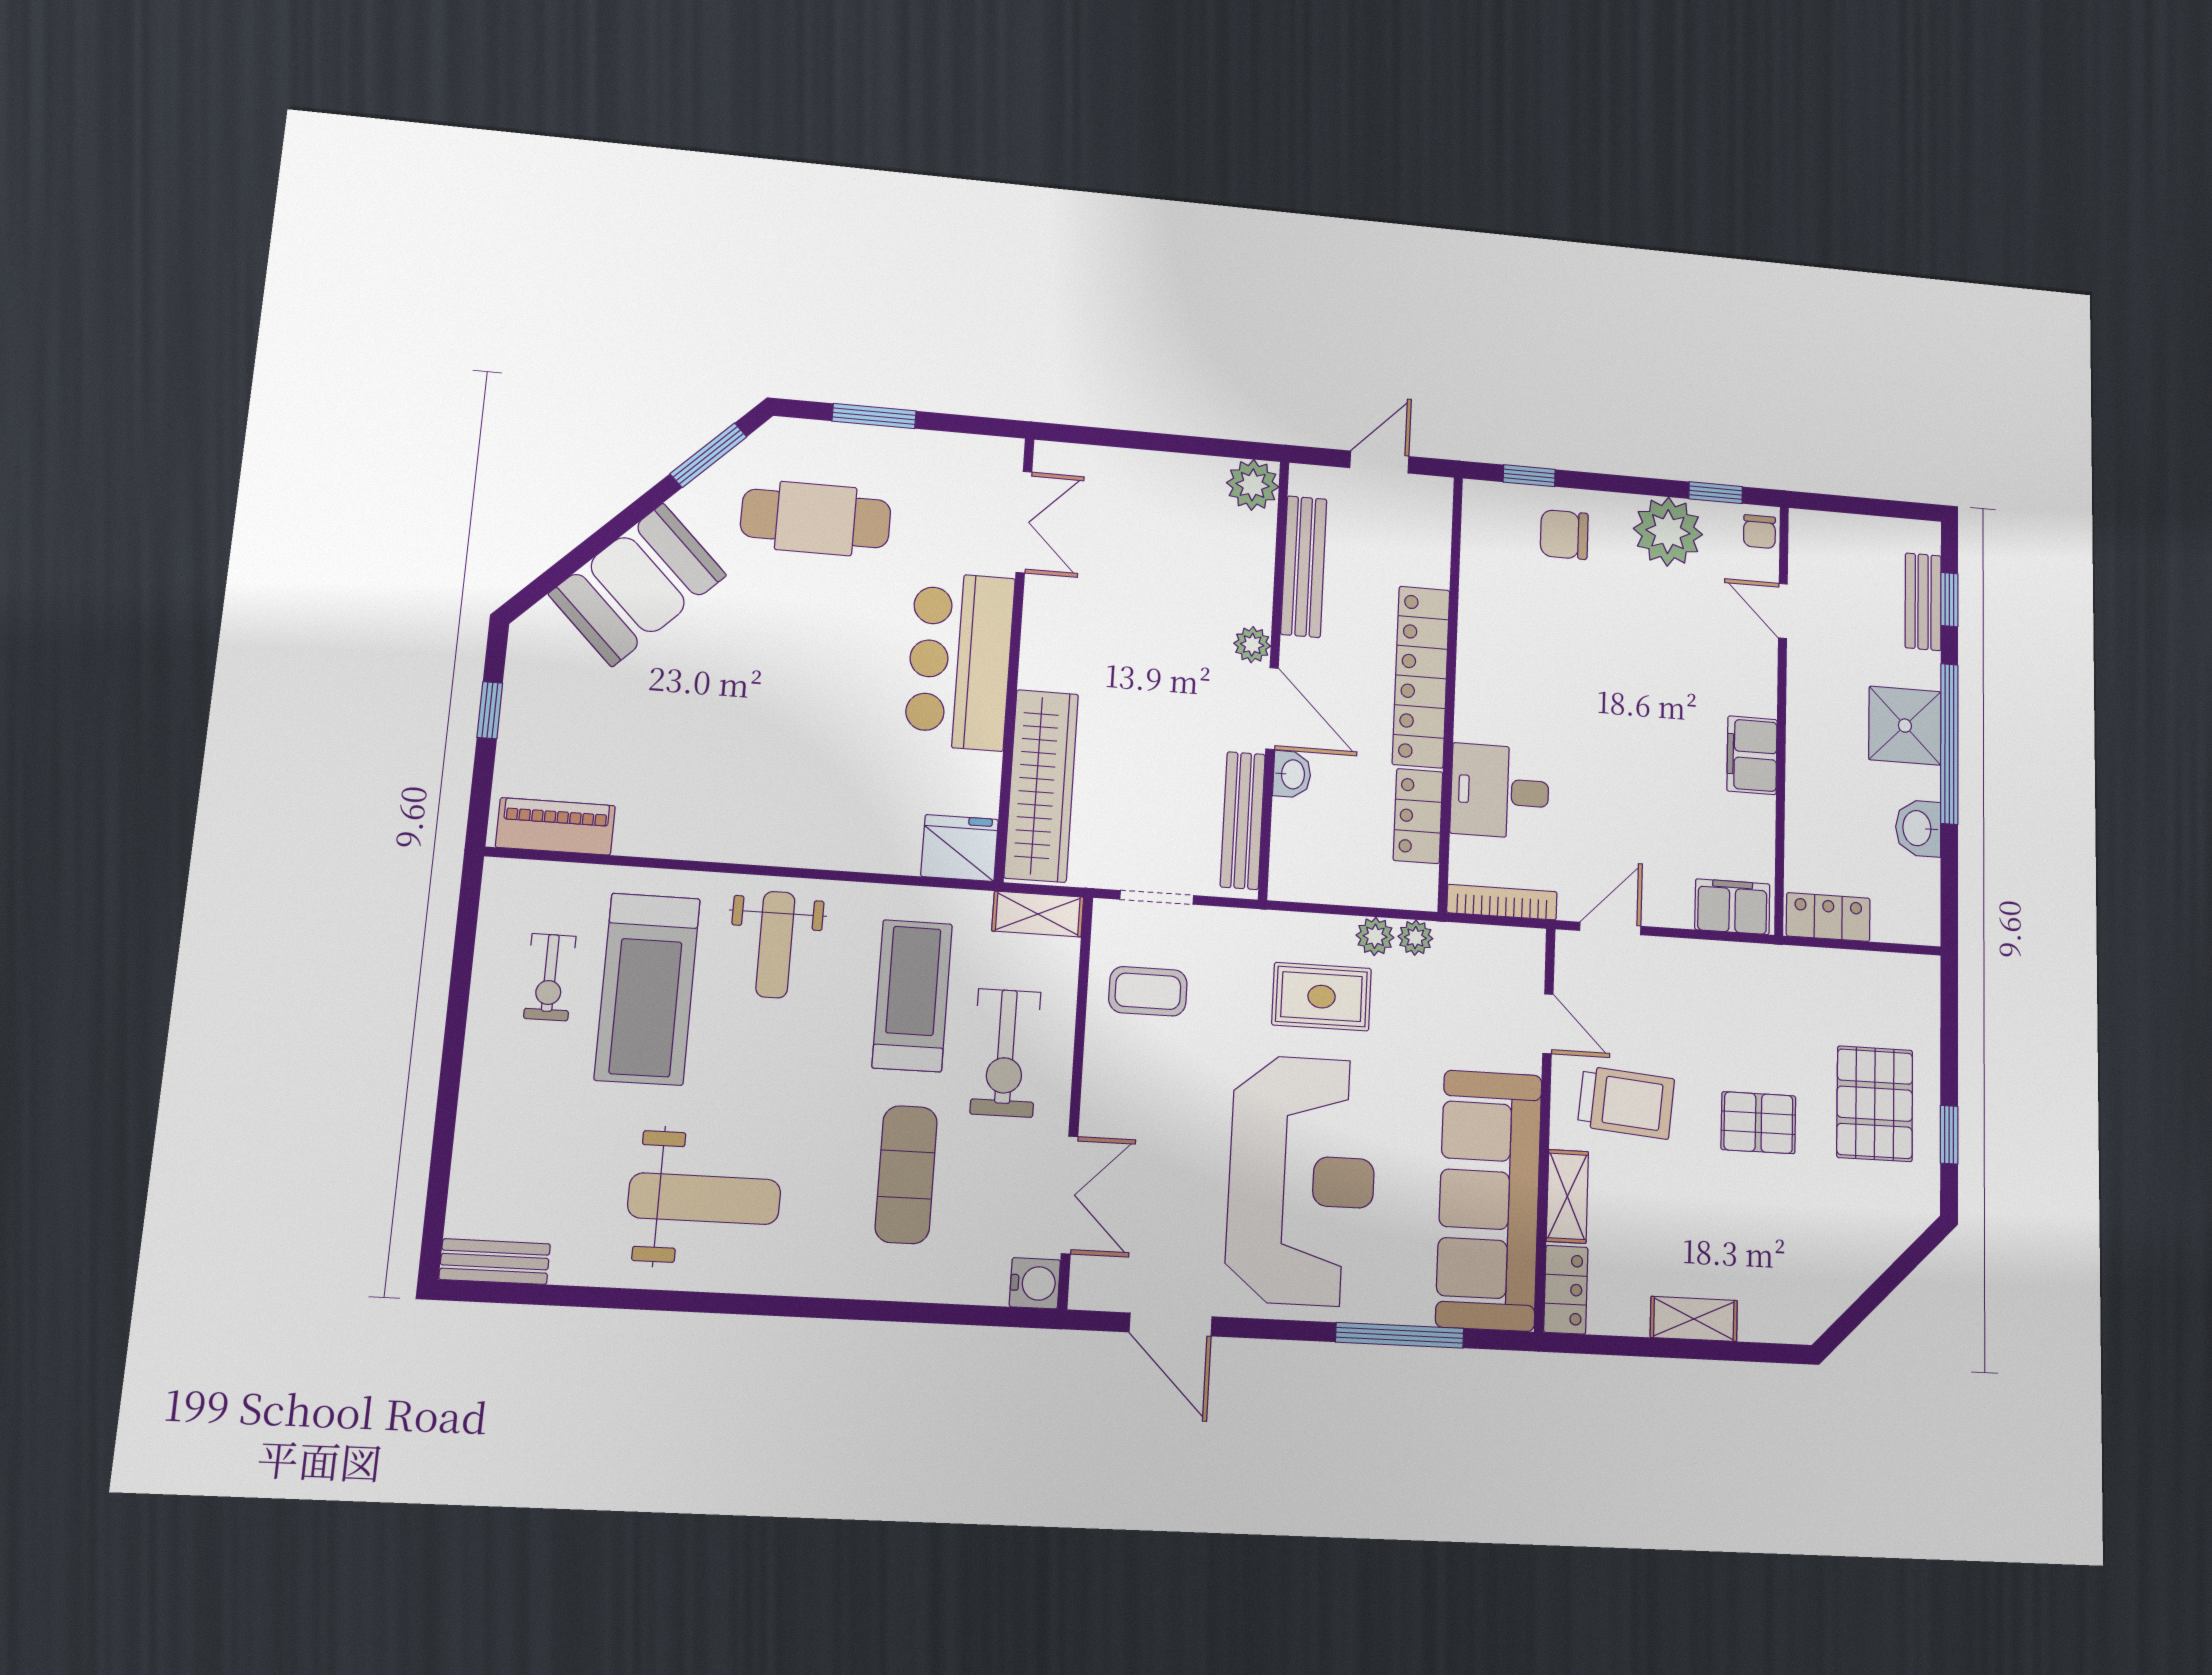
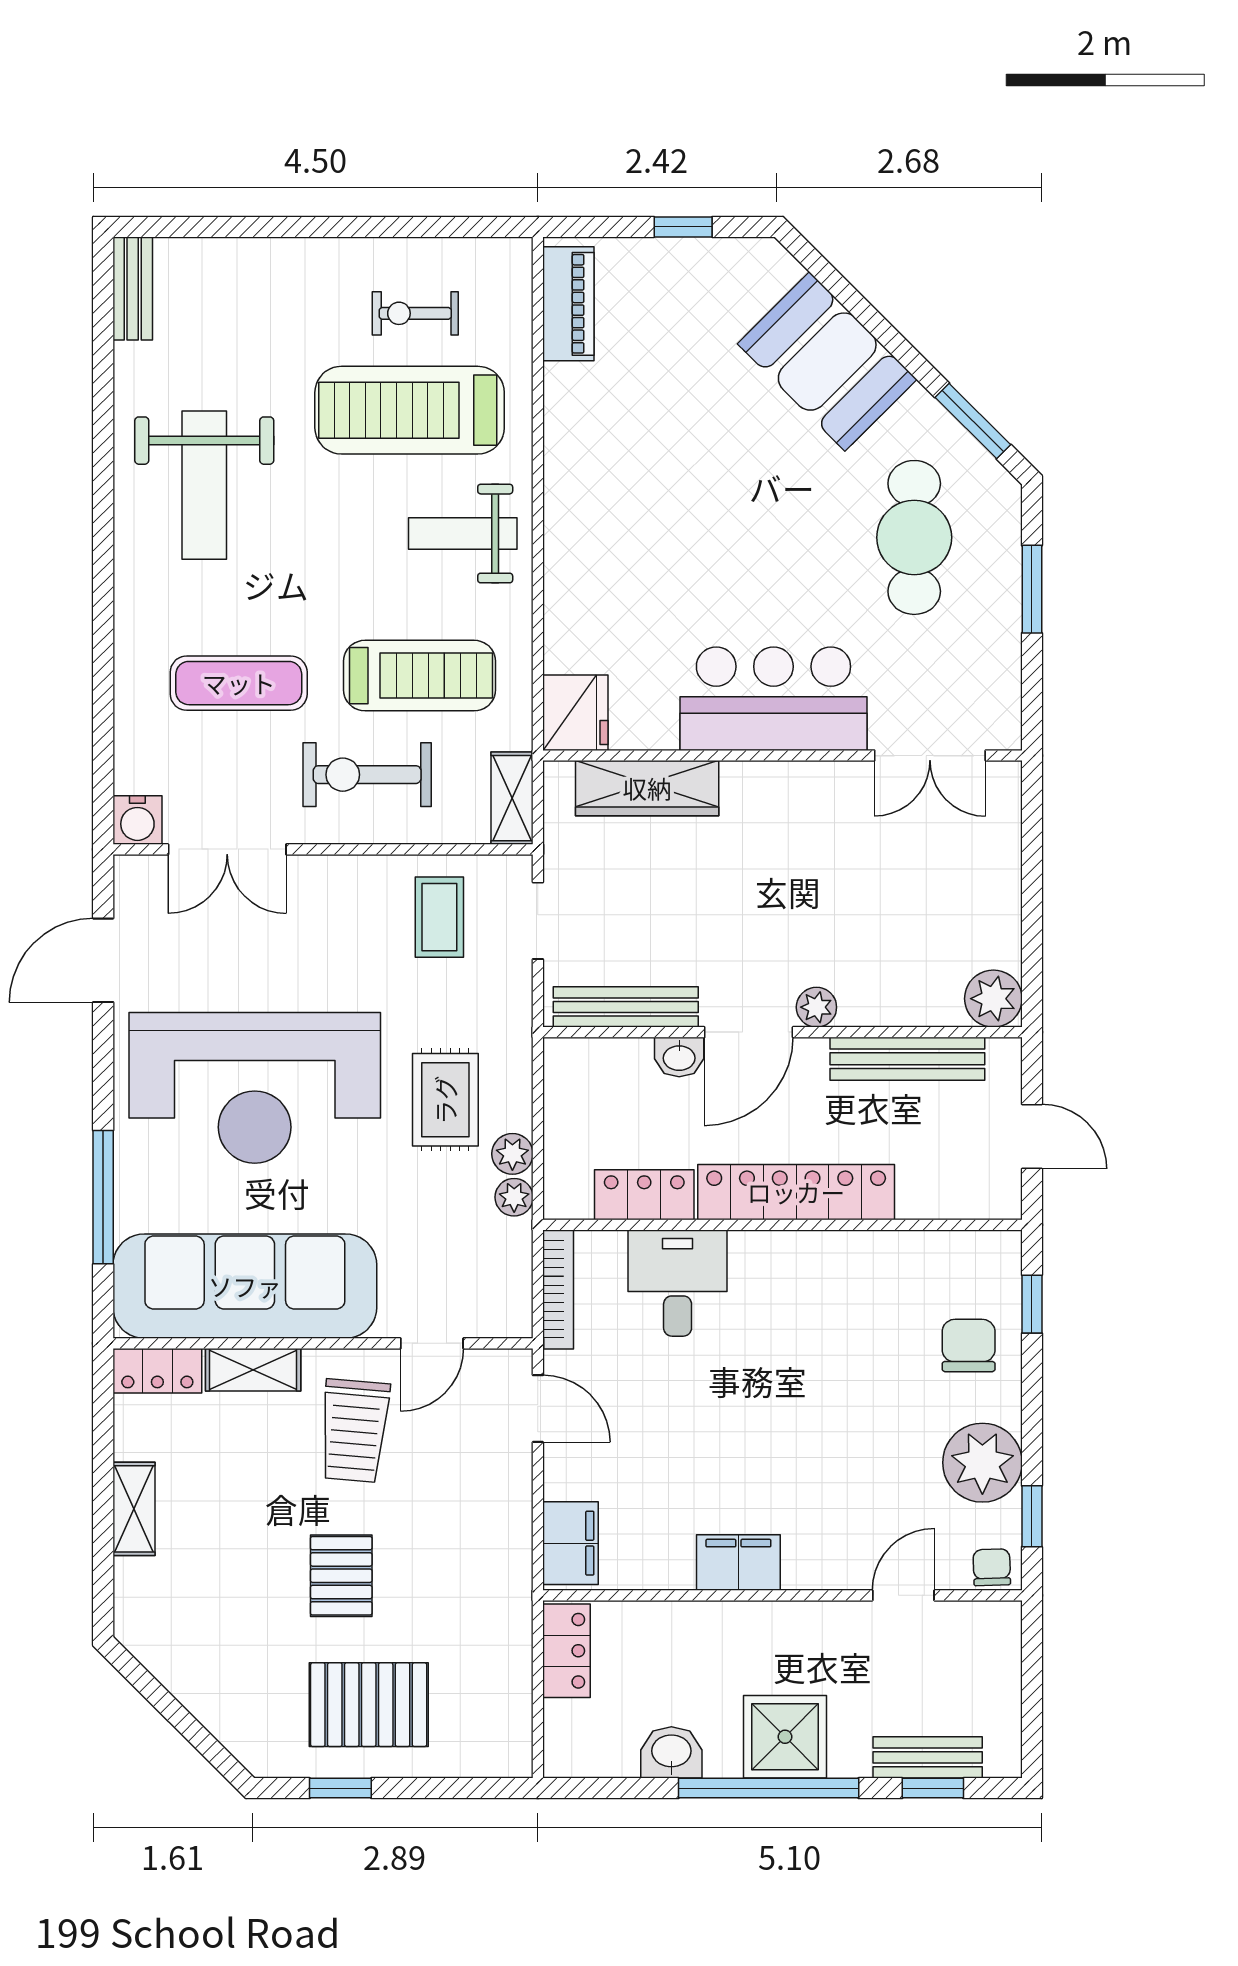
chair: (1759, 532) -> (992, 1567), turned 88
wardrobe: (1041, 786) -> (647, 788), width x0.71, depth x0.85

